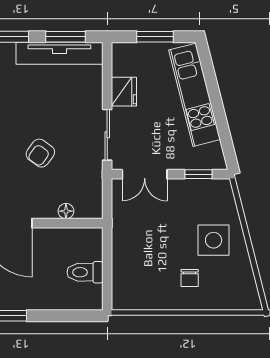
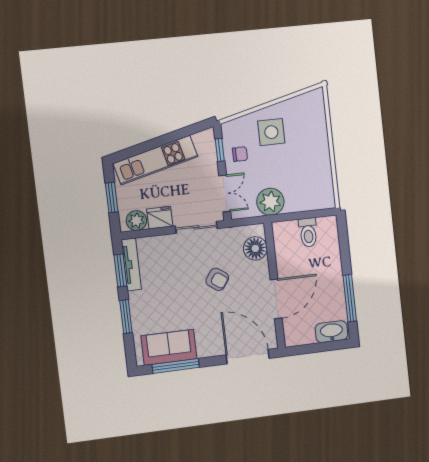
tv unit: (59, 53) -> (131, 264), width x0.73, depth x0.78
plant: (124, 63) -> (136, 221), added
floor lamp: (66, 211) -> (255, 248), width x1.89, depth x1.89
plant: (128, 229) -> (270, 202), added
chair: (190, 278) -> (240, 154), moved

